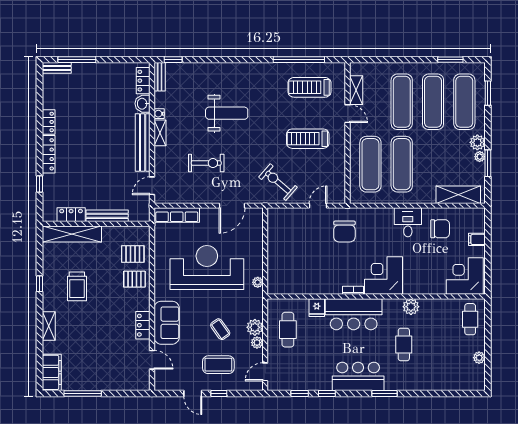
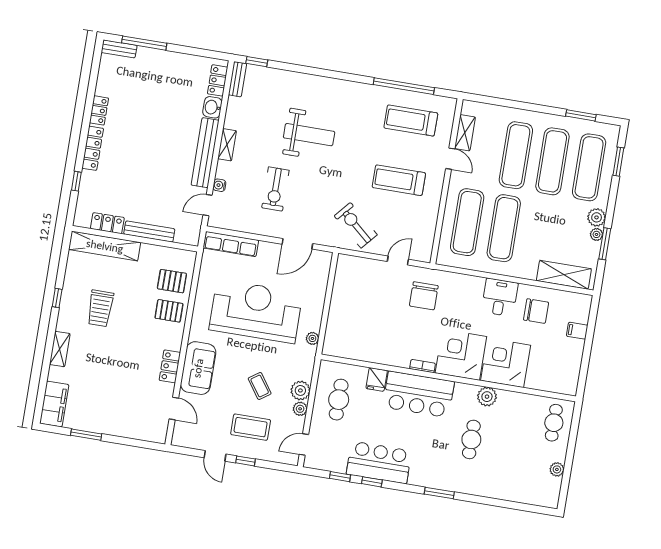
water cooler: (159, 114) -> (219, 185), moved
exercise bike: (206, 163) -> (275, 189), turned 90
corner desk: (465, 276) -> (506, 363), moved
bar counter: (358, 376) -> (379, 462), moved
window: (83, 394) -> (86, 435), width x0.69

